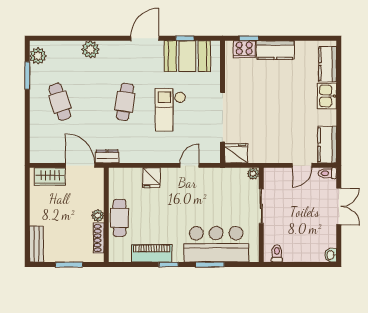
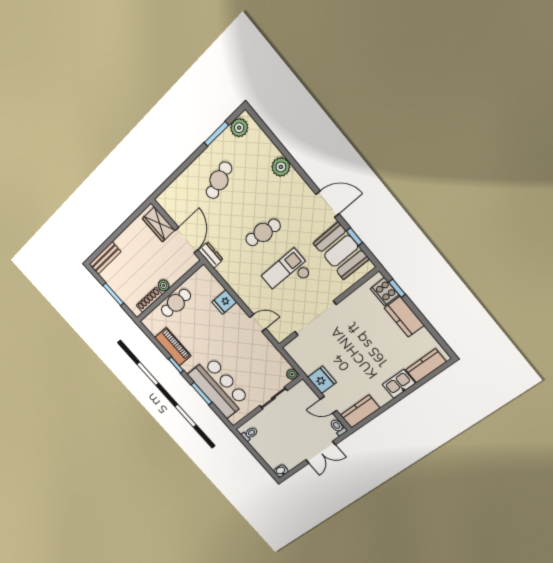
fridge: (236, 153) -> (322, 380), moved

